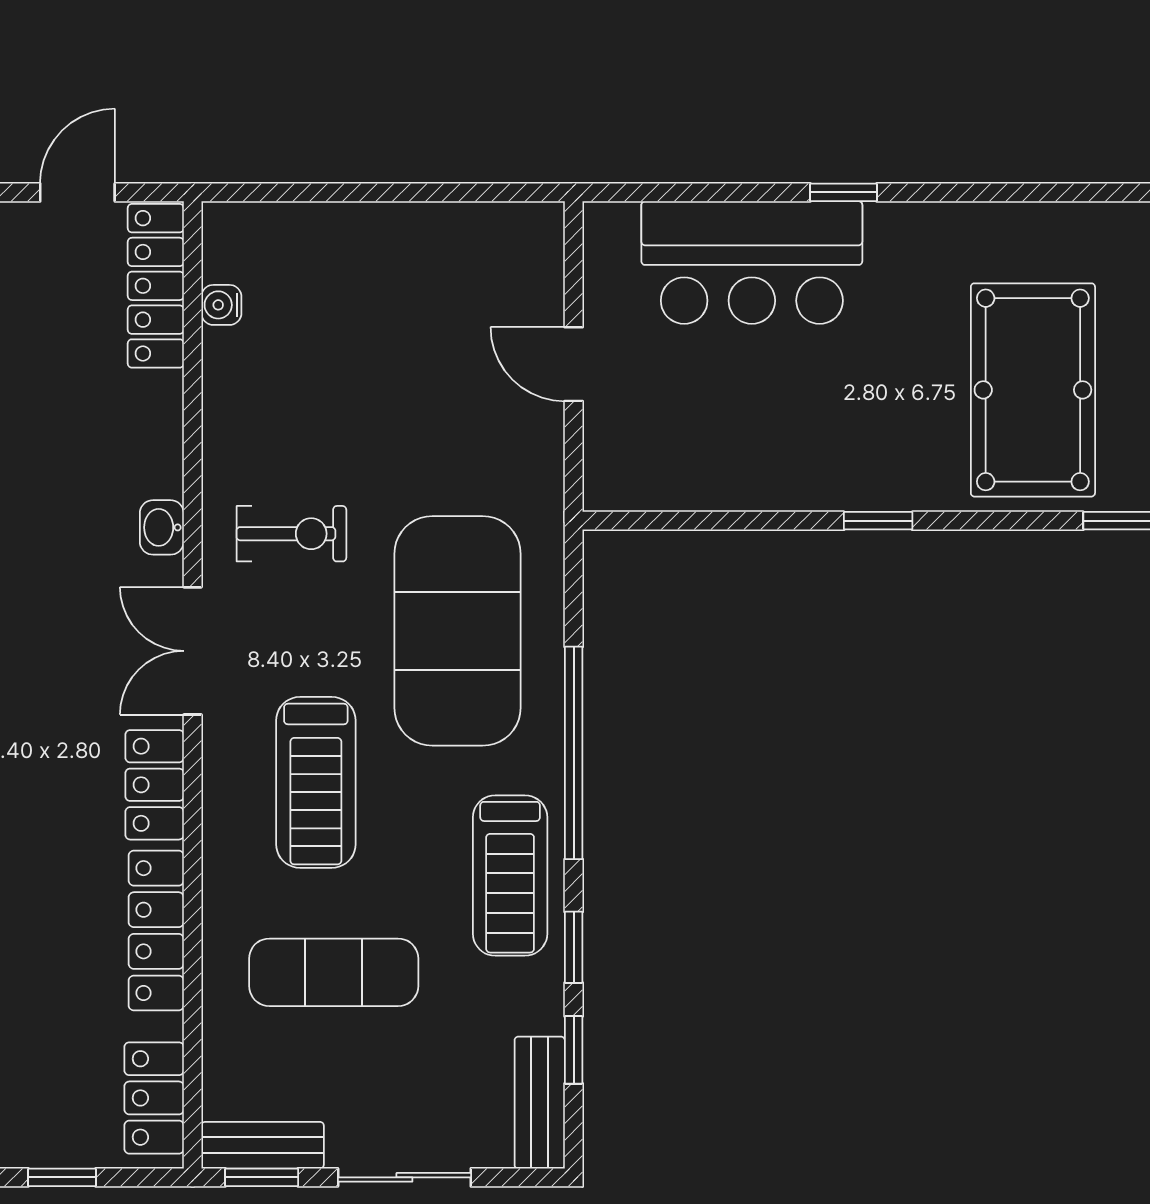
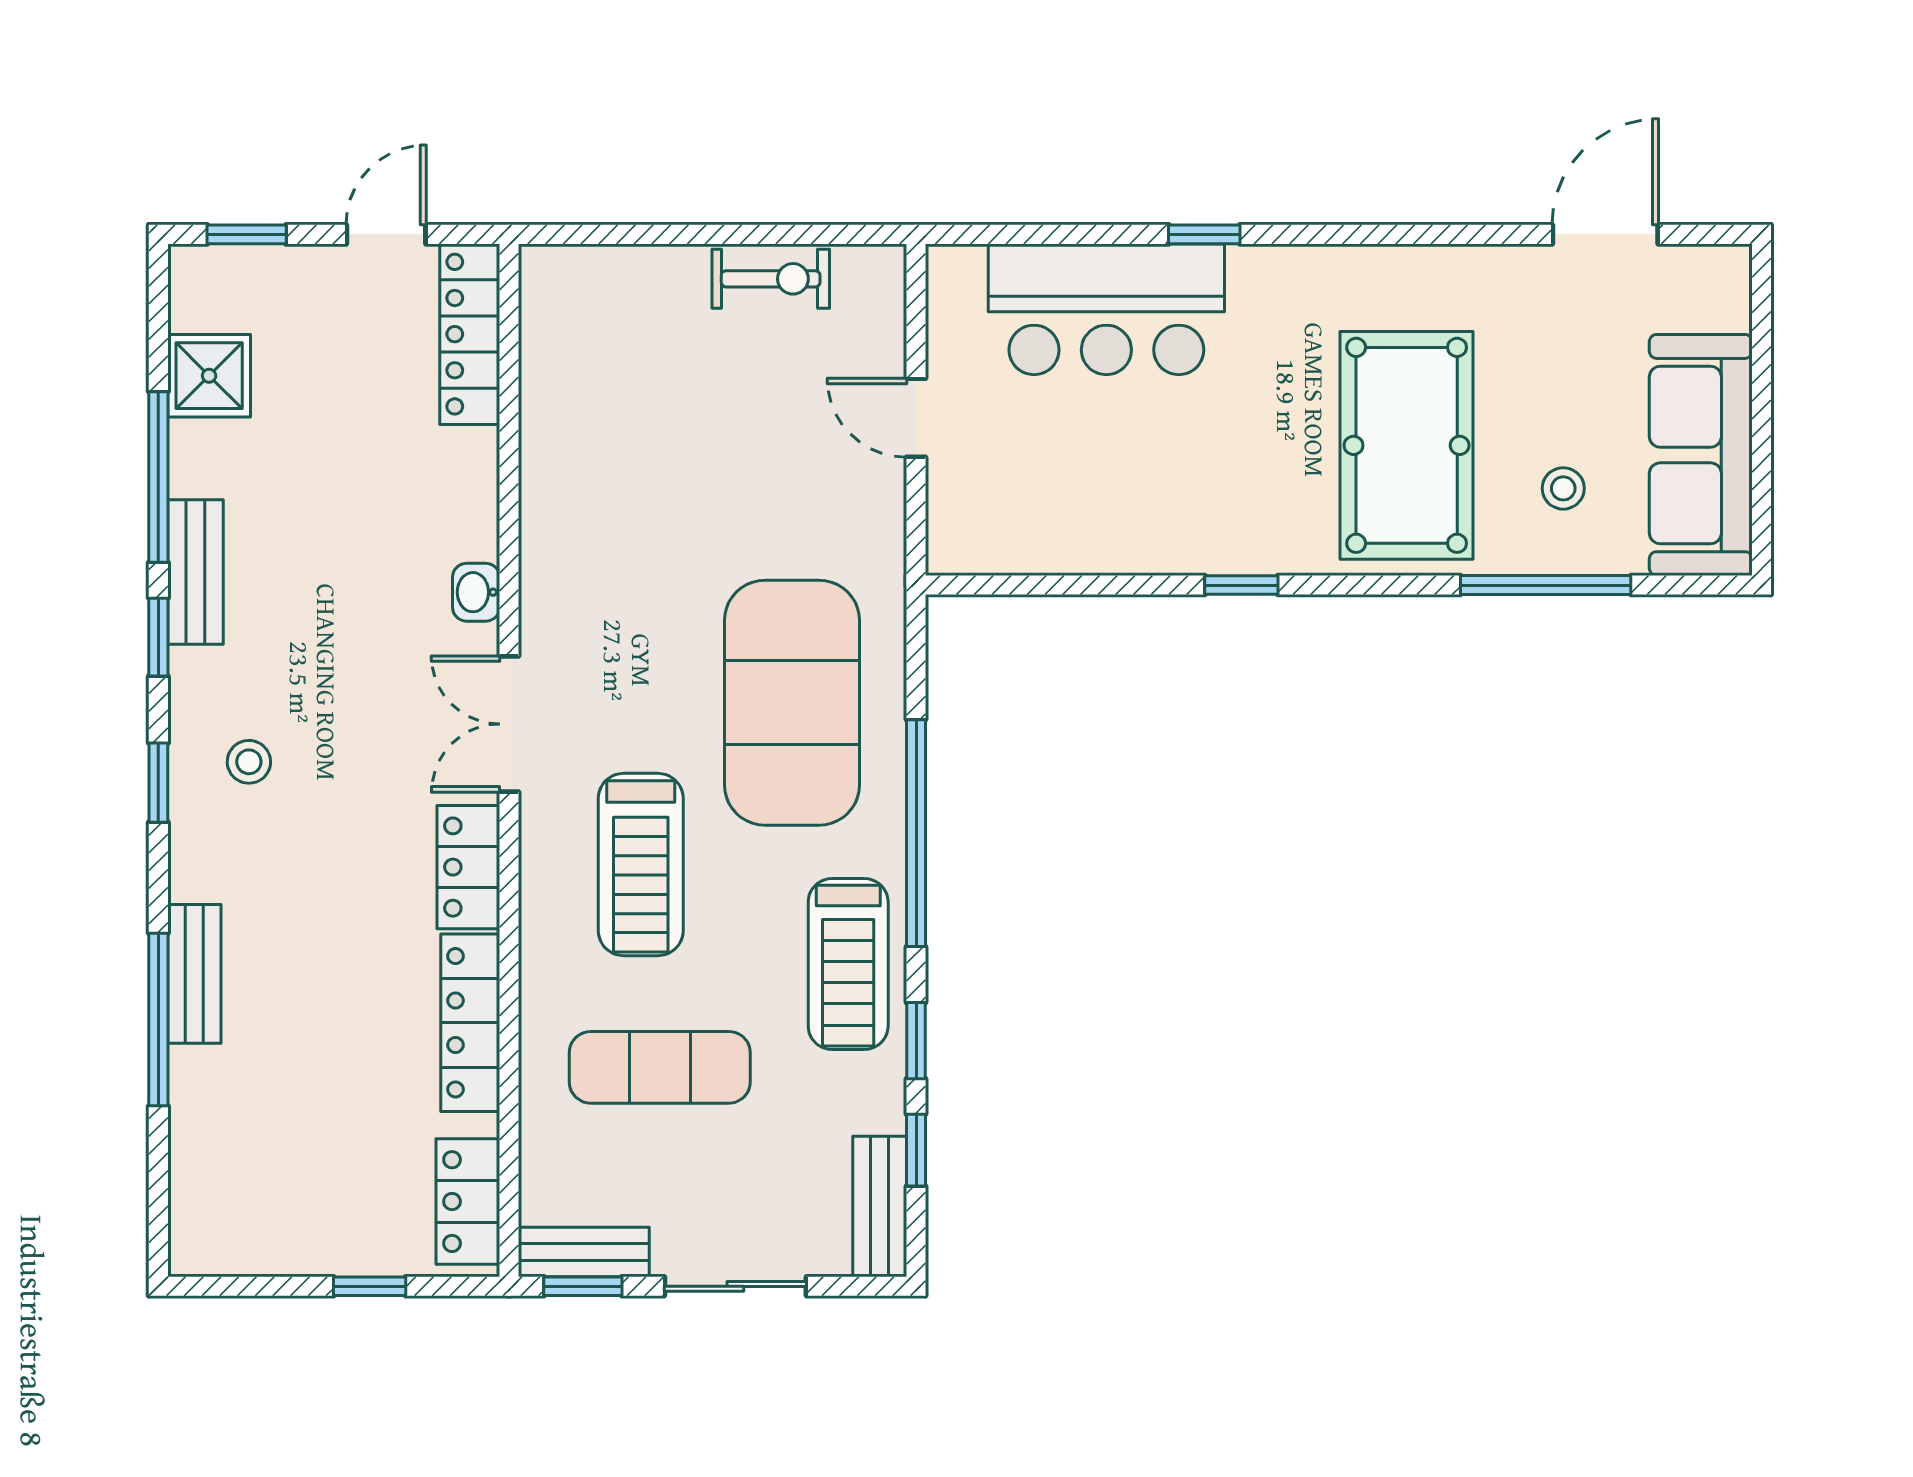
water cooler: (221, 305) -> (540, 355), removed
exercise bike: (291, 534) -> (771, 279), moved

